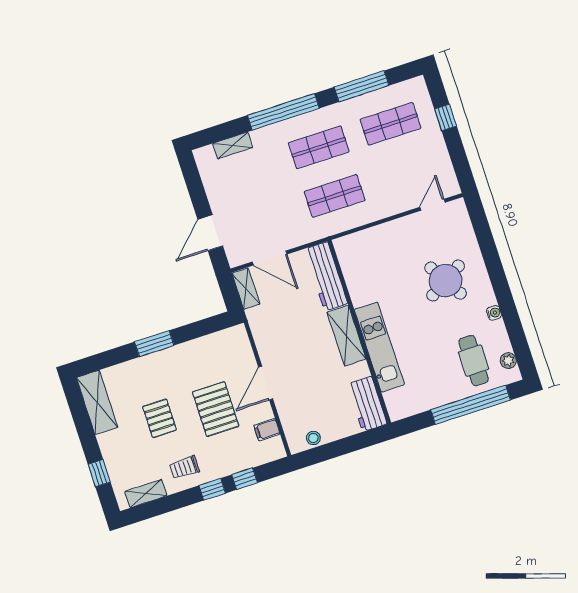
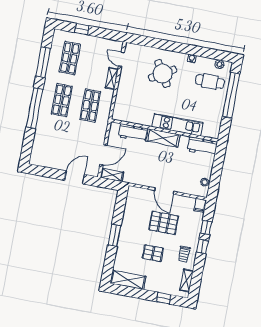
shelving: (233, 145) -> (112, 78), moved
door: (210, 233) -> (75, 177), swing flipped
workbench: (326, 276) -> (133, 133), width x0.73
filing cabinet: (267, 430) -> (200, 205), moved

